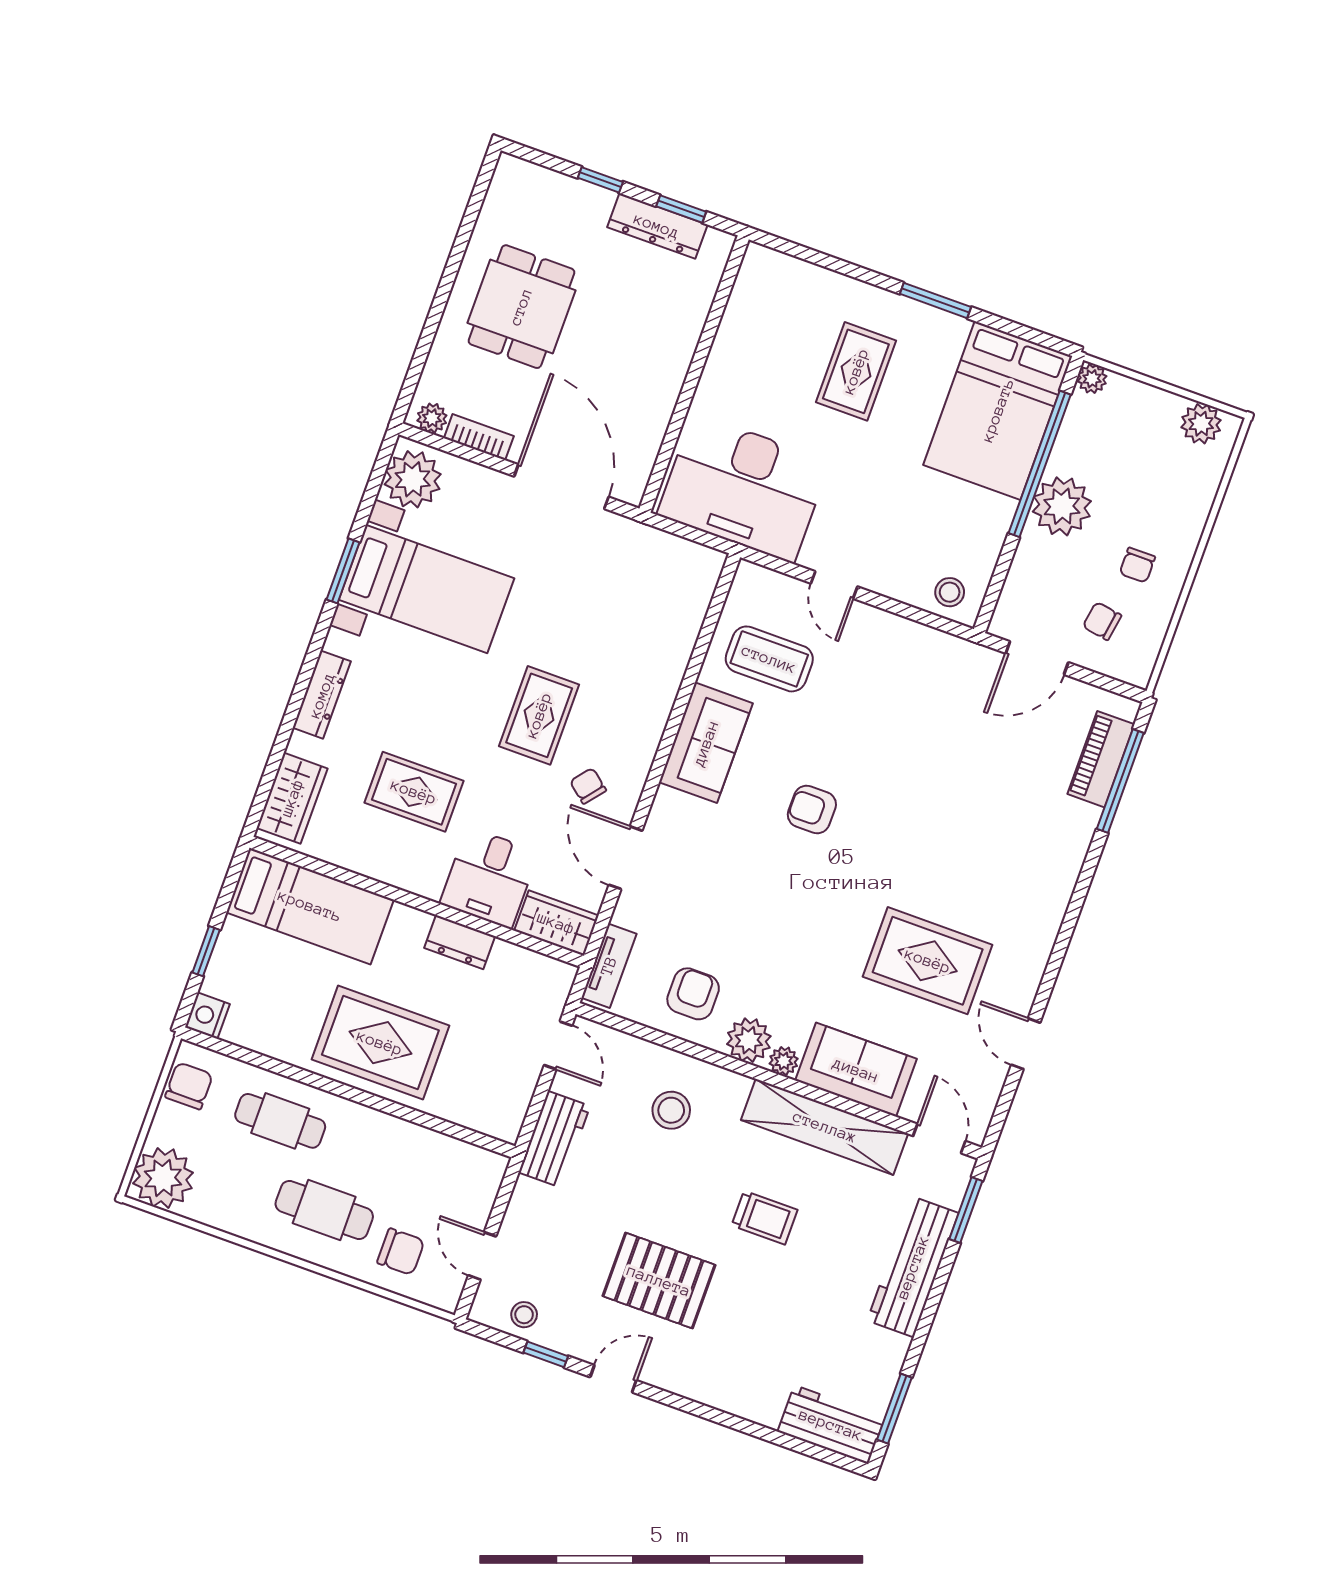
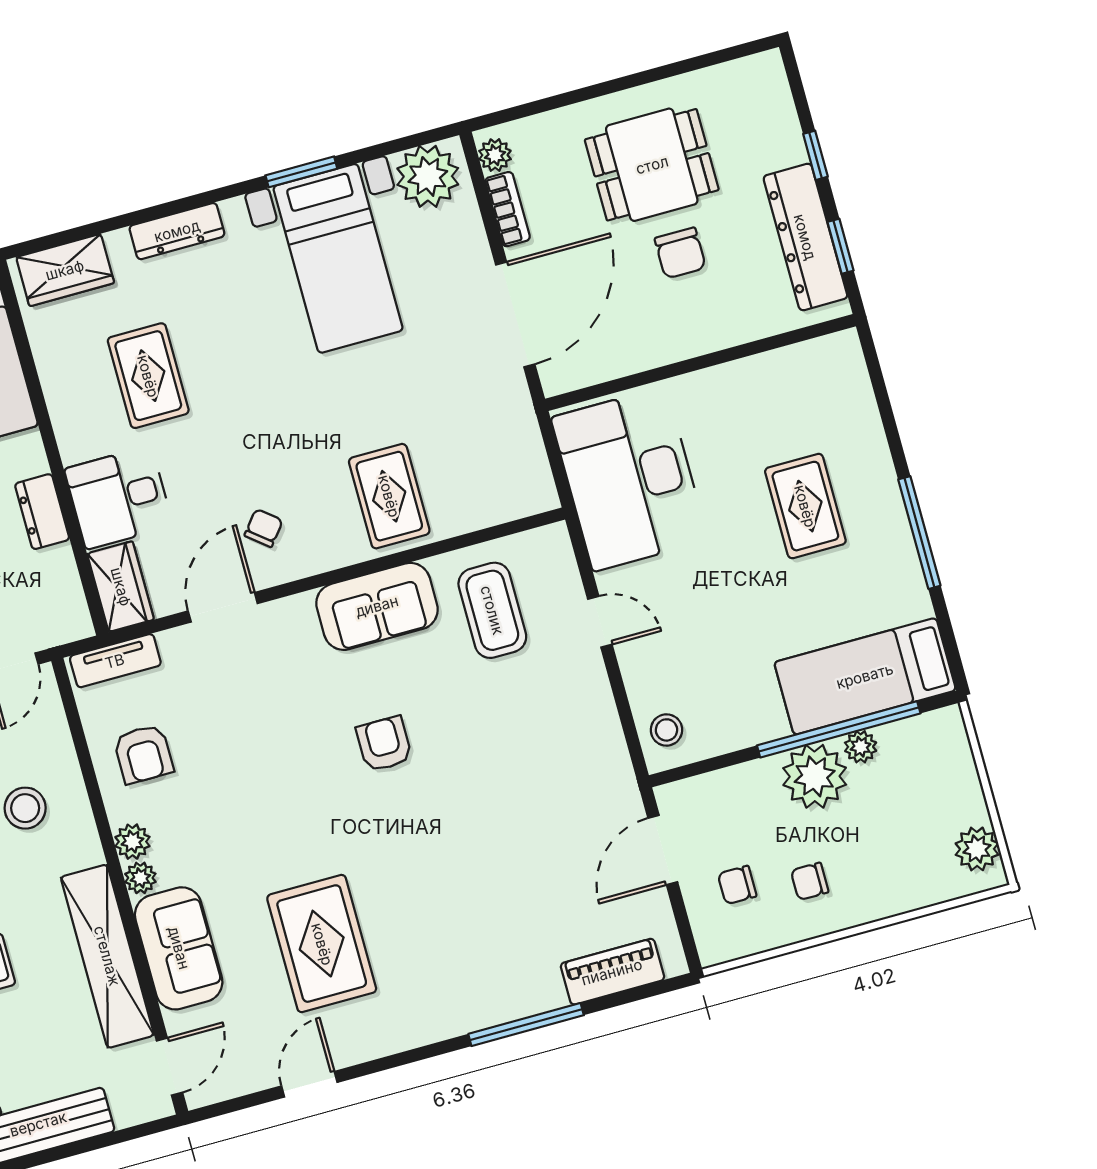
dresser: (657, 226) -> (805, 237), width x1.37, depth x1.24
window: (935, 300) -> (919, 533), width x1.44
chair: (602, 332) -> (680, 253), added
rug: (856, 371) -> (805, 506), turned 90
plant: (1092, 379) -> (861, 747), moved
bed: (998, 410) -> (865, 676), width x0.67
door: (834, 585) -> (600, 622), swing flipped
chair: (1102, 621) -> (737, 885), turned -99
door: (1037, 658) -> (663, 850), hinge flipped
rug: (539, 715) -> (389, 496), moved, turned 90
window: (1120, 781) -> (526, 1025), moved
armchair: (693, 994) -> (143, 754), turned 90
plant: (749, 1040) -> (132, 842), width x0.73, depth x0.73
window: (966, 1210) -> (122, 1136), removed

